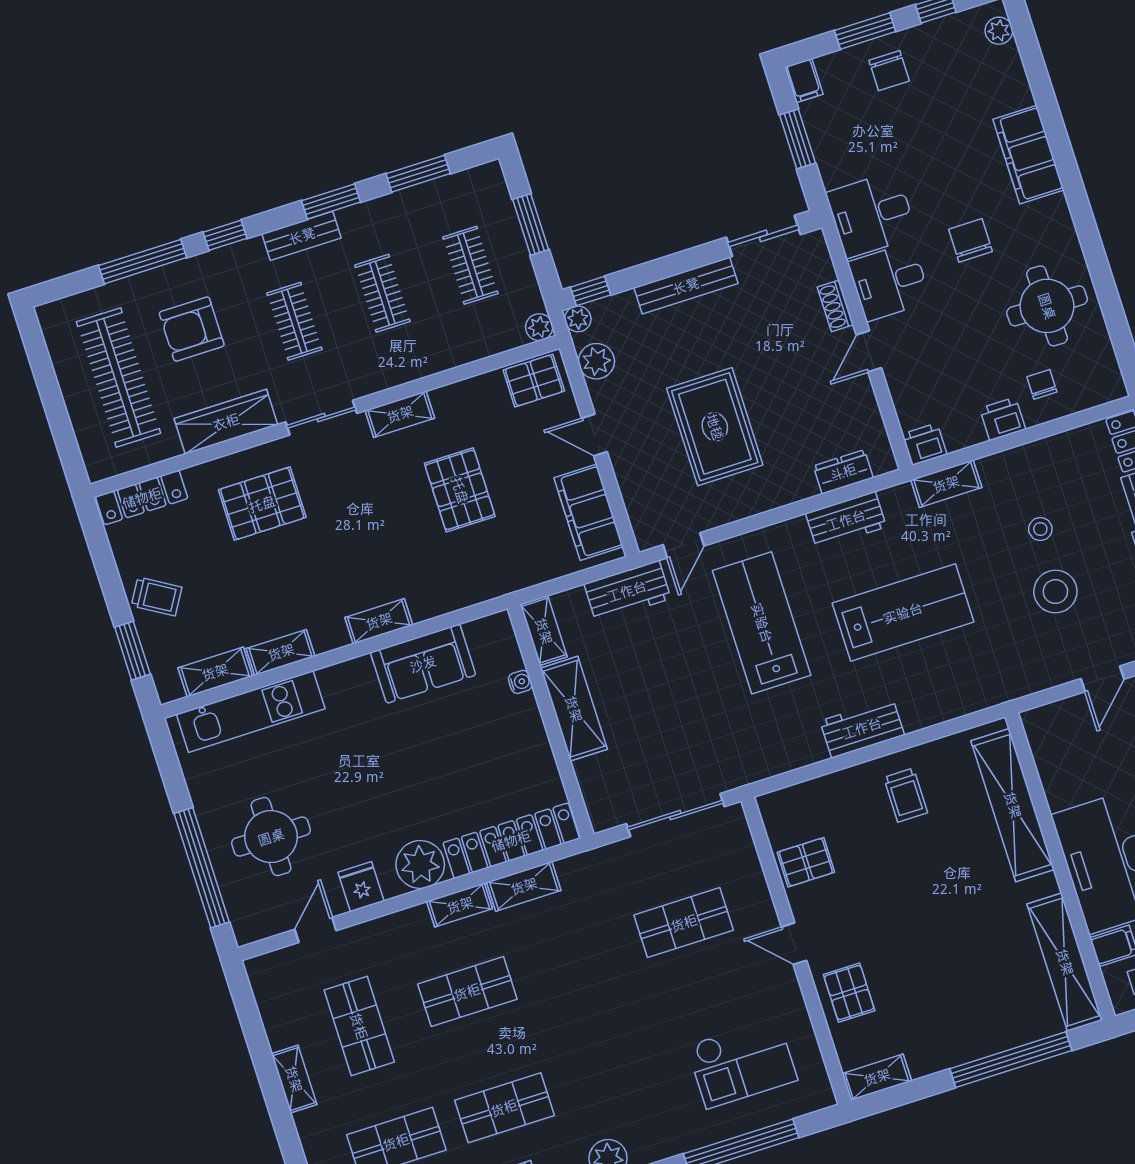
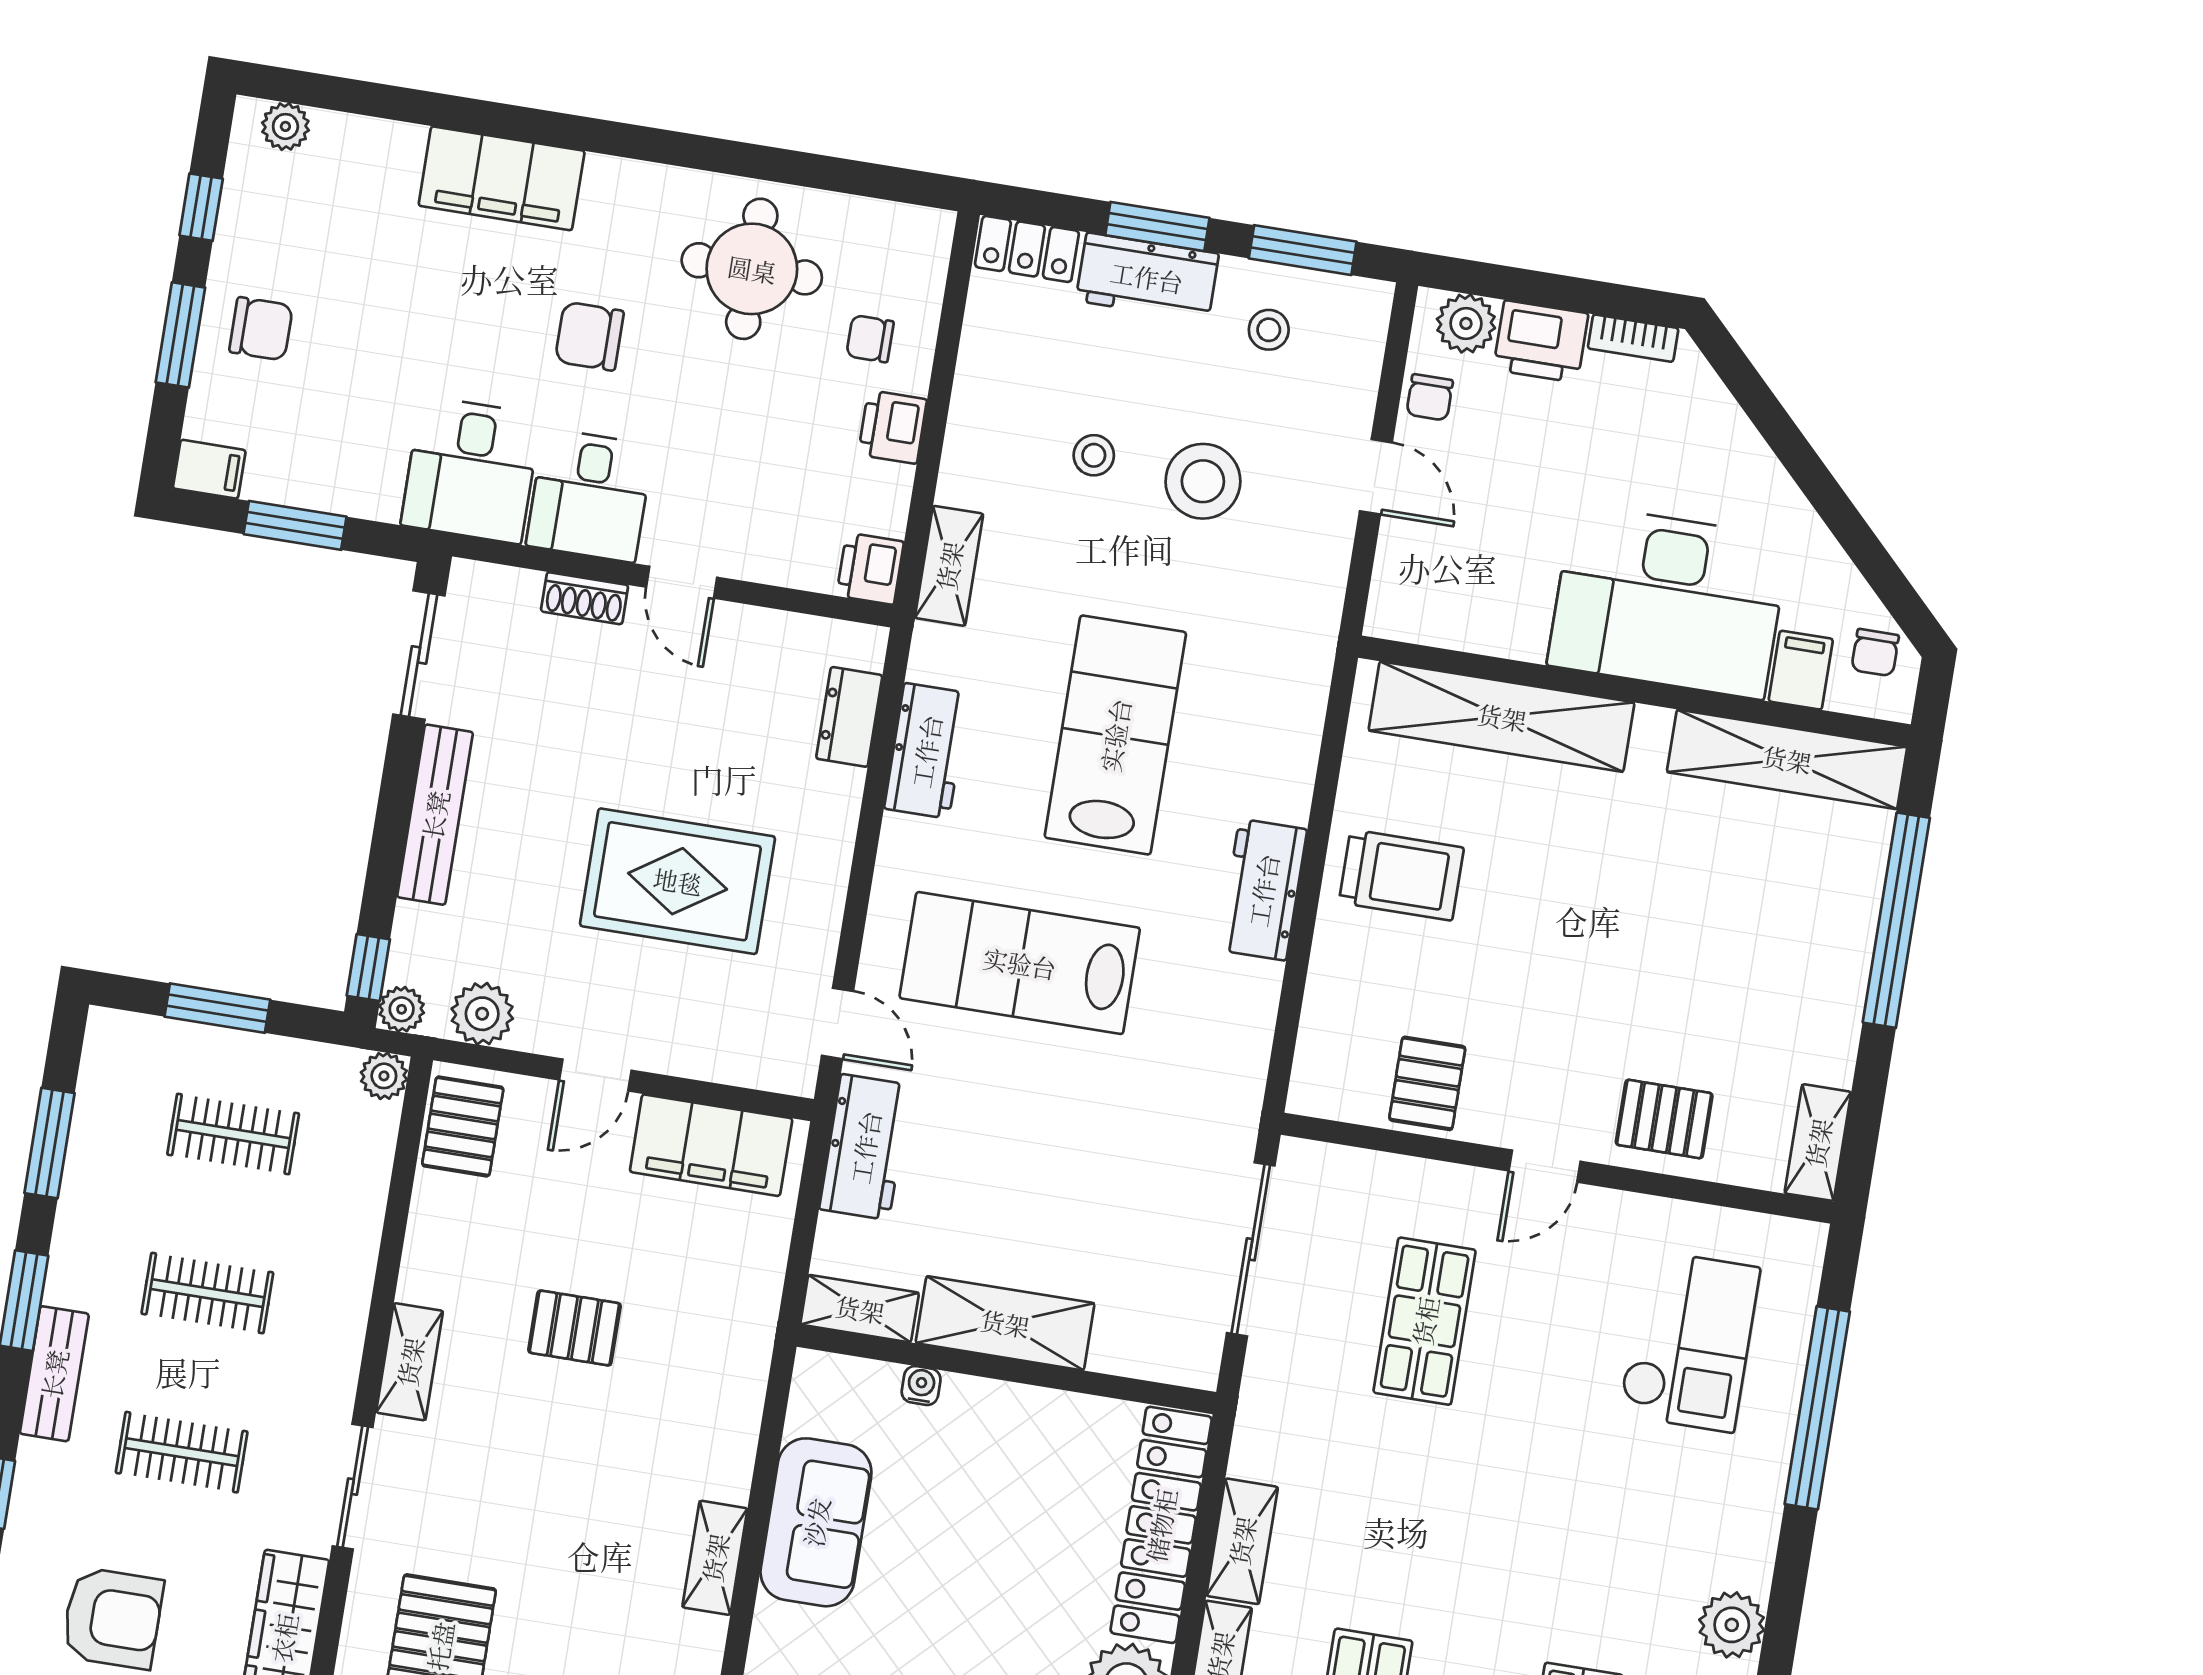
armchair: (192, 329) -> (112, 1618), turned -90
pallet: (460, 490) -> (574, 1328), width x0.67, depth x0.71
trolley: (906, 795) -> (1401, 875), width x1.36, depth x1.39

